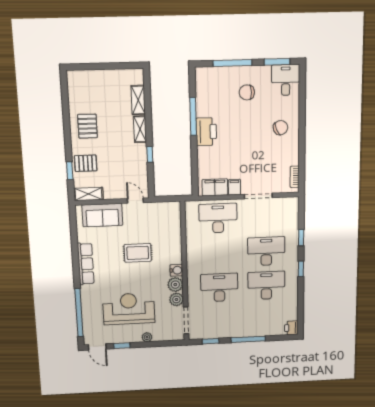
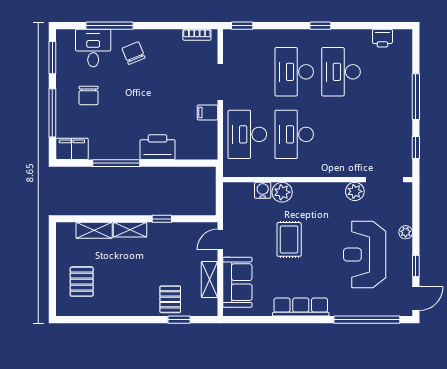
desk: (286, 80) -> (93, 48), moved, turned 90
window: (302, 108) -> (109, 26), added
pallet: (87, 126) -> (82, 282), moved, turned 90
printer: (206, 132) -> (158, 147), moved
filing cabinet: (215, 187) -> (72, 149), moved, turned 90
shelving: (88, 194) -> (209, 279), moved
window: (301, 238) -> (242, 26), moved
water cooler: (176, 270) -> (263, 190), moved
plant: (175, 285) -> (282, 192), moved
desk: (219, 288) -> (294, 134), moved
printer: (291, 328) -> (382, 38), moved

